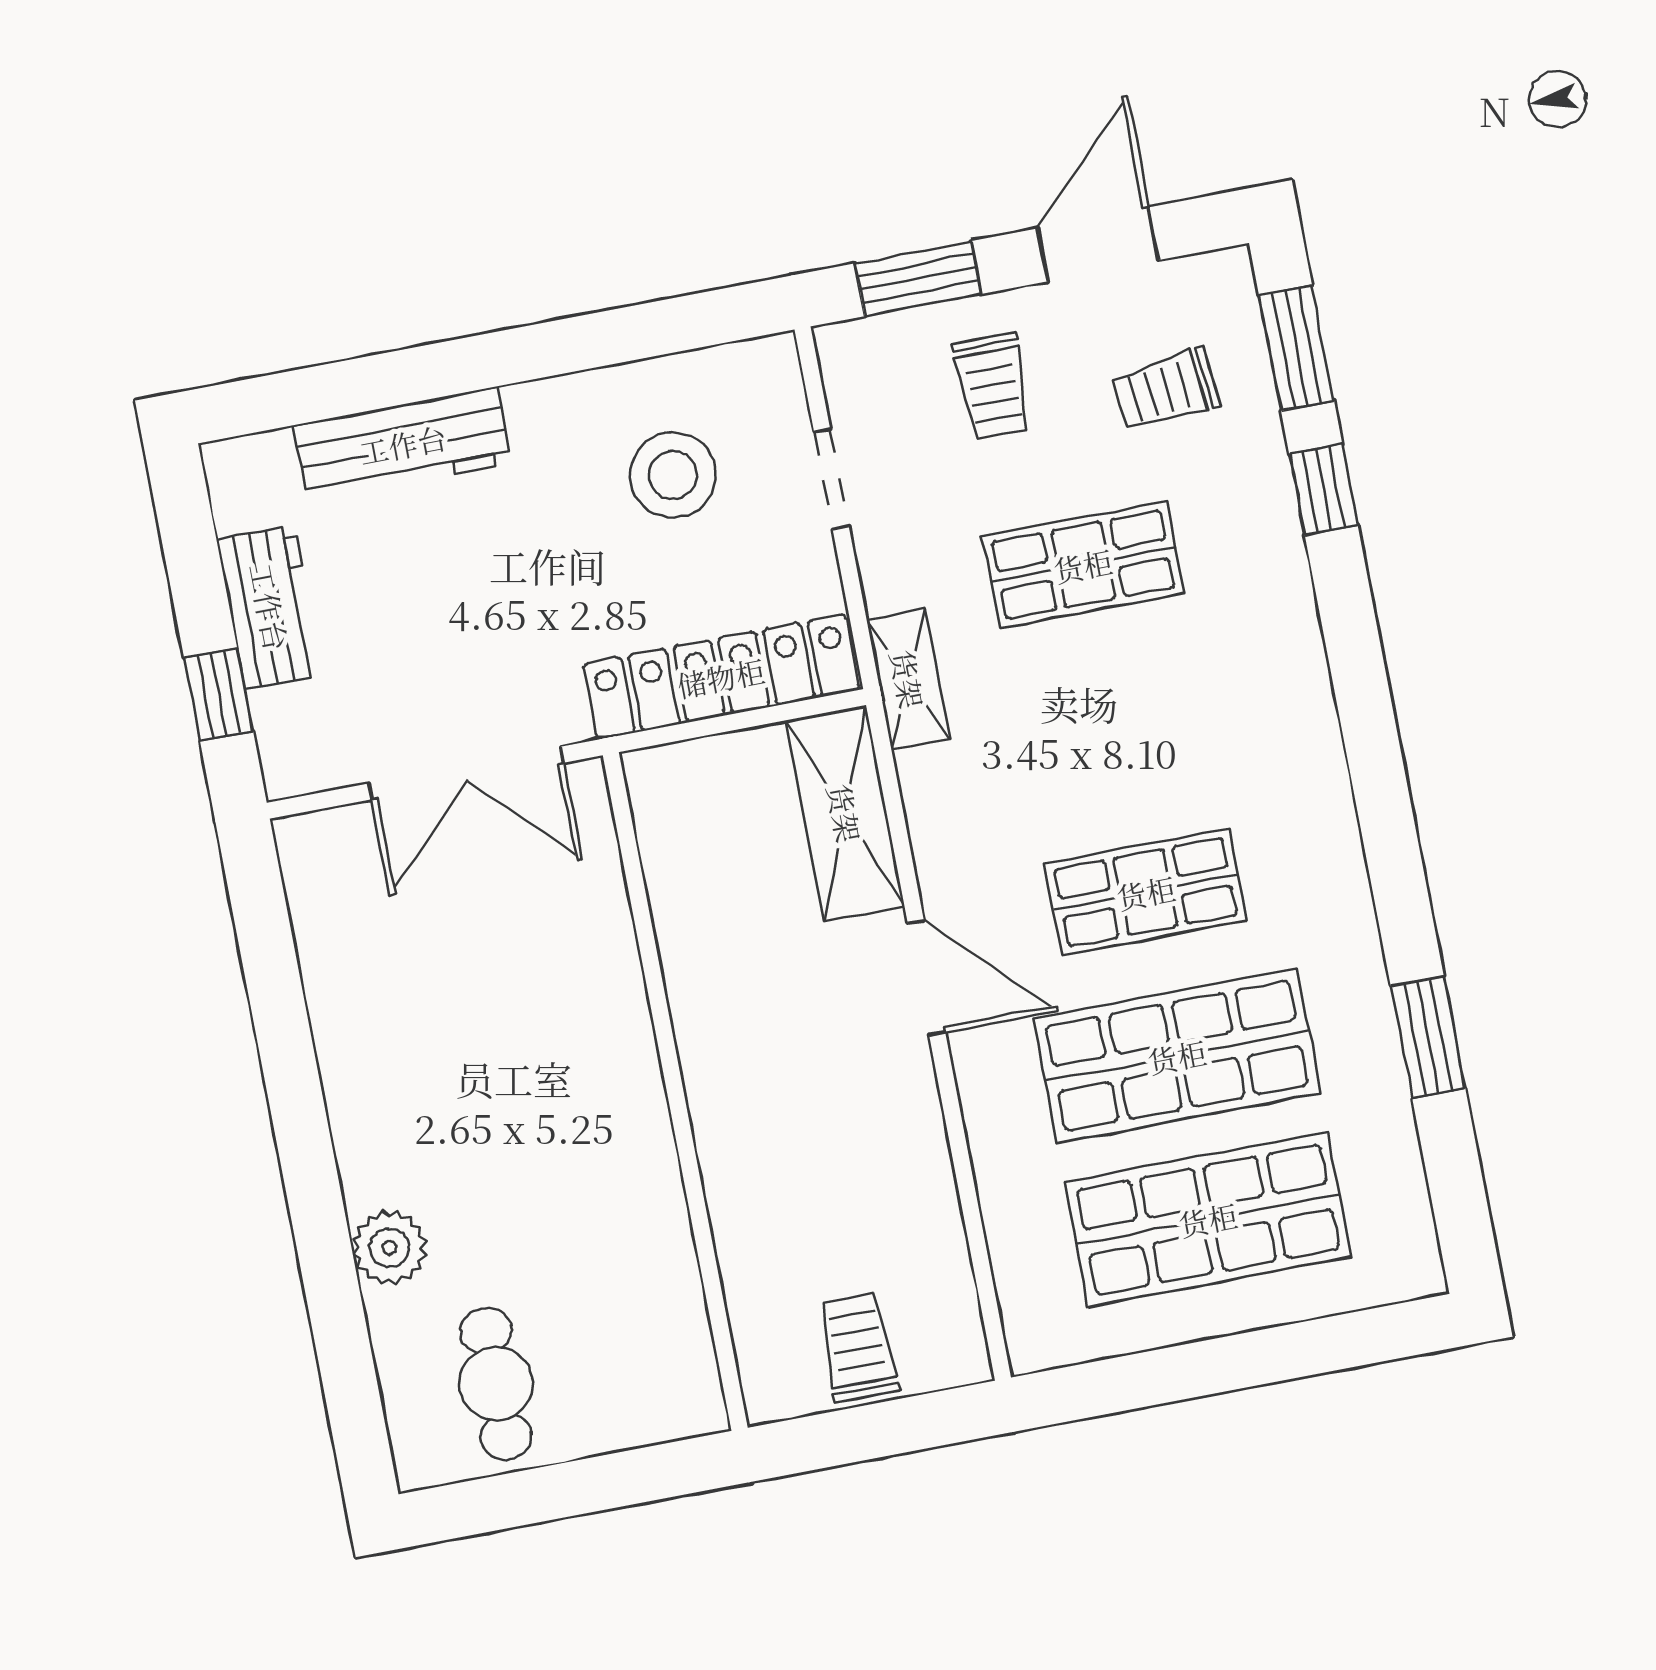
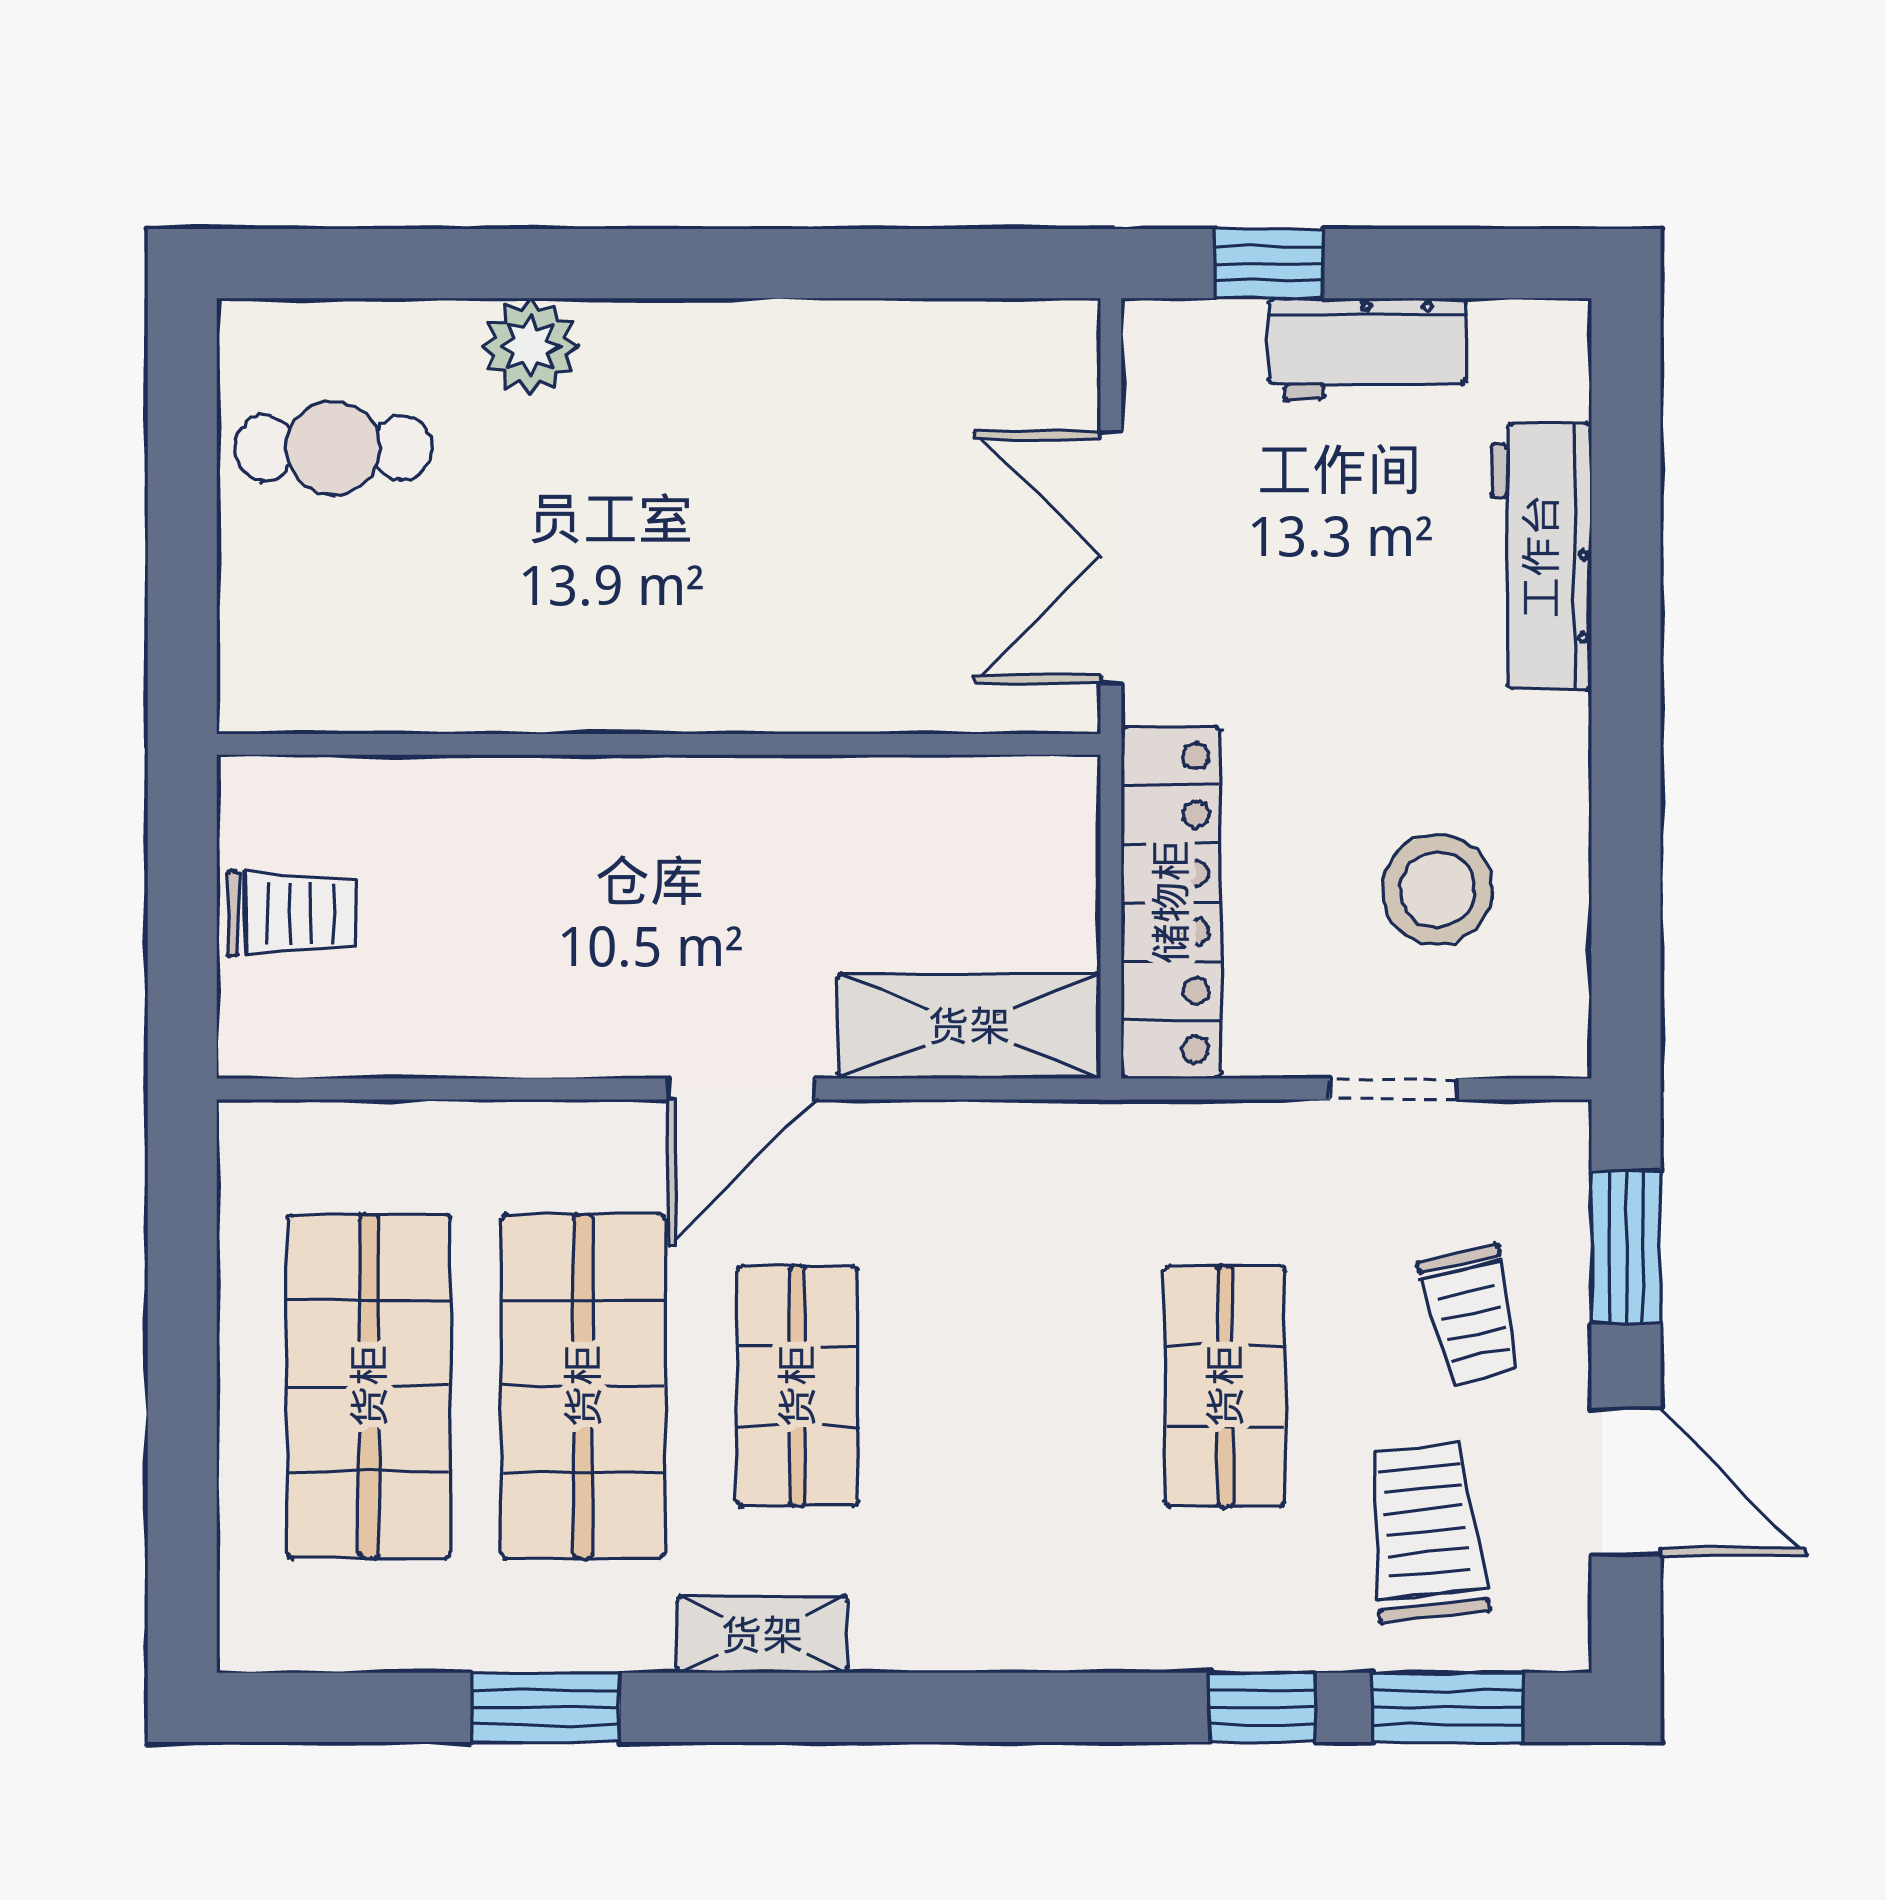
trolley: (993, 387) -> (1472, 1315), turned -103
trolley: (1166, 390) -> (1426, 1532), width x1.36, depth x1.39
shelving: (908, 679) -> (762, 1635), moved

